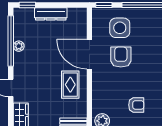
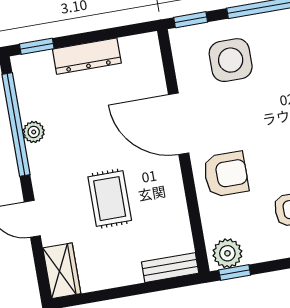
armchair: (121, 57) -> (226, 174), moved, turned 90
rug: (70, 85) -> (110, 199), moved

